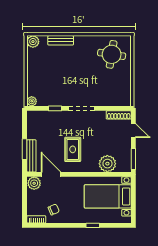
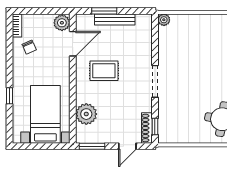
window: (55, 108) -> (155, 126), moved
bench: (31, 156) -> (115, 19), moved

